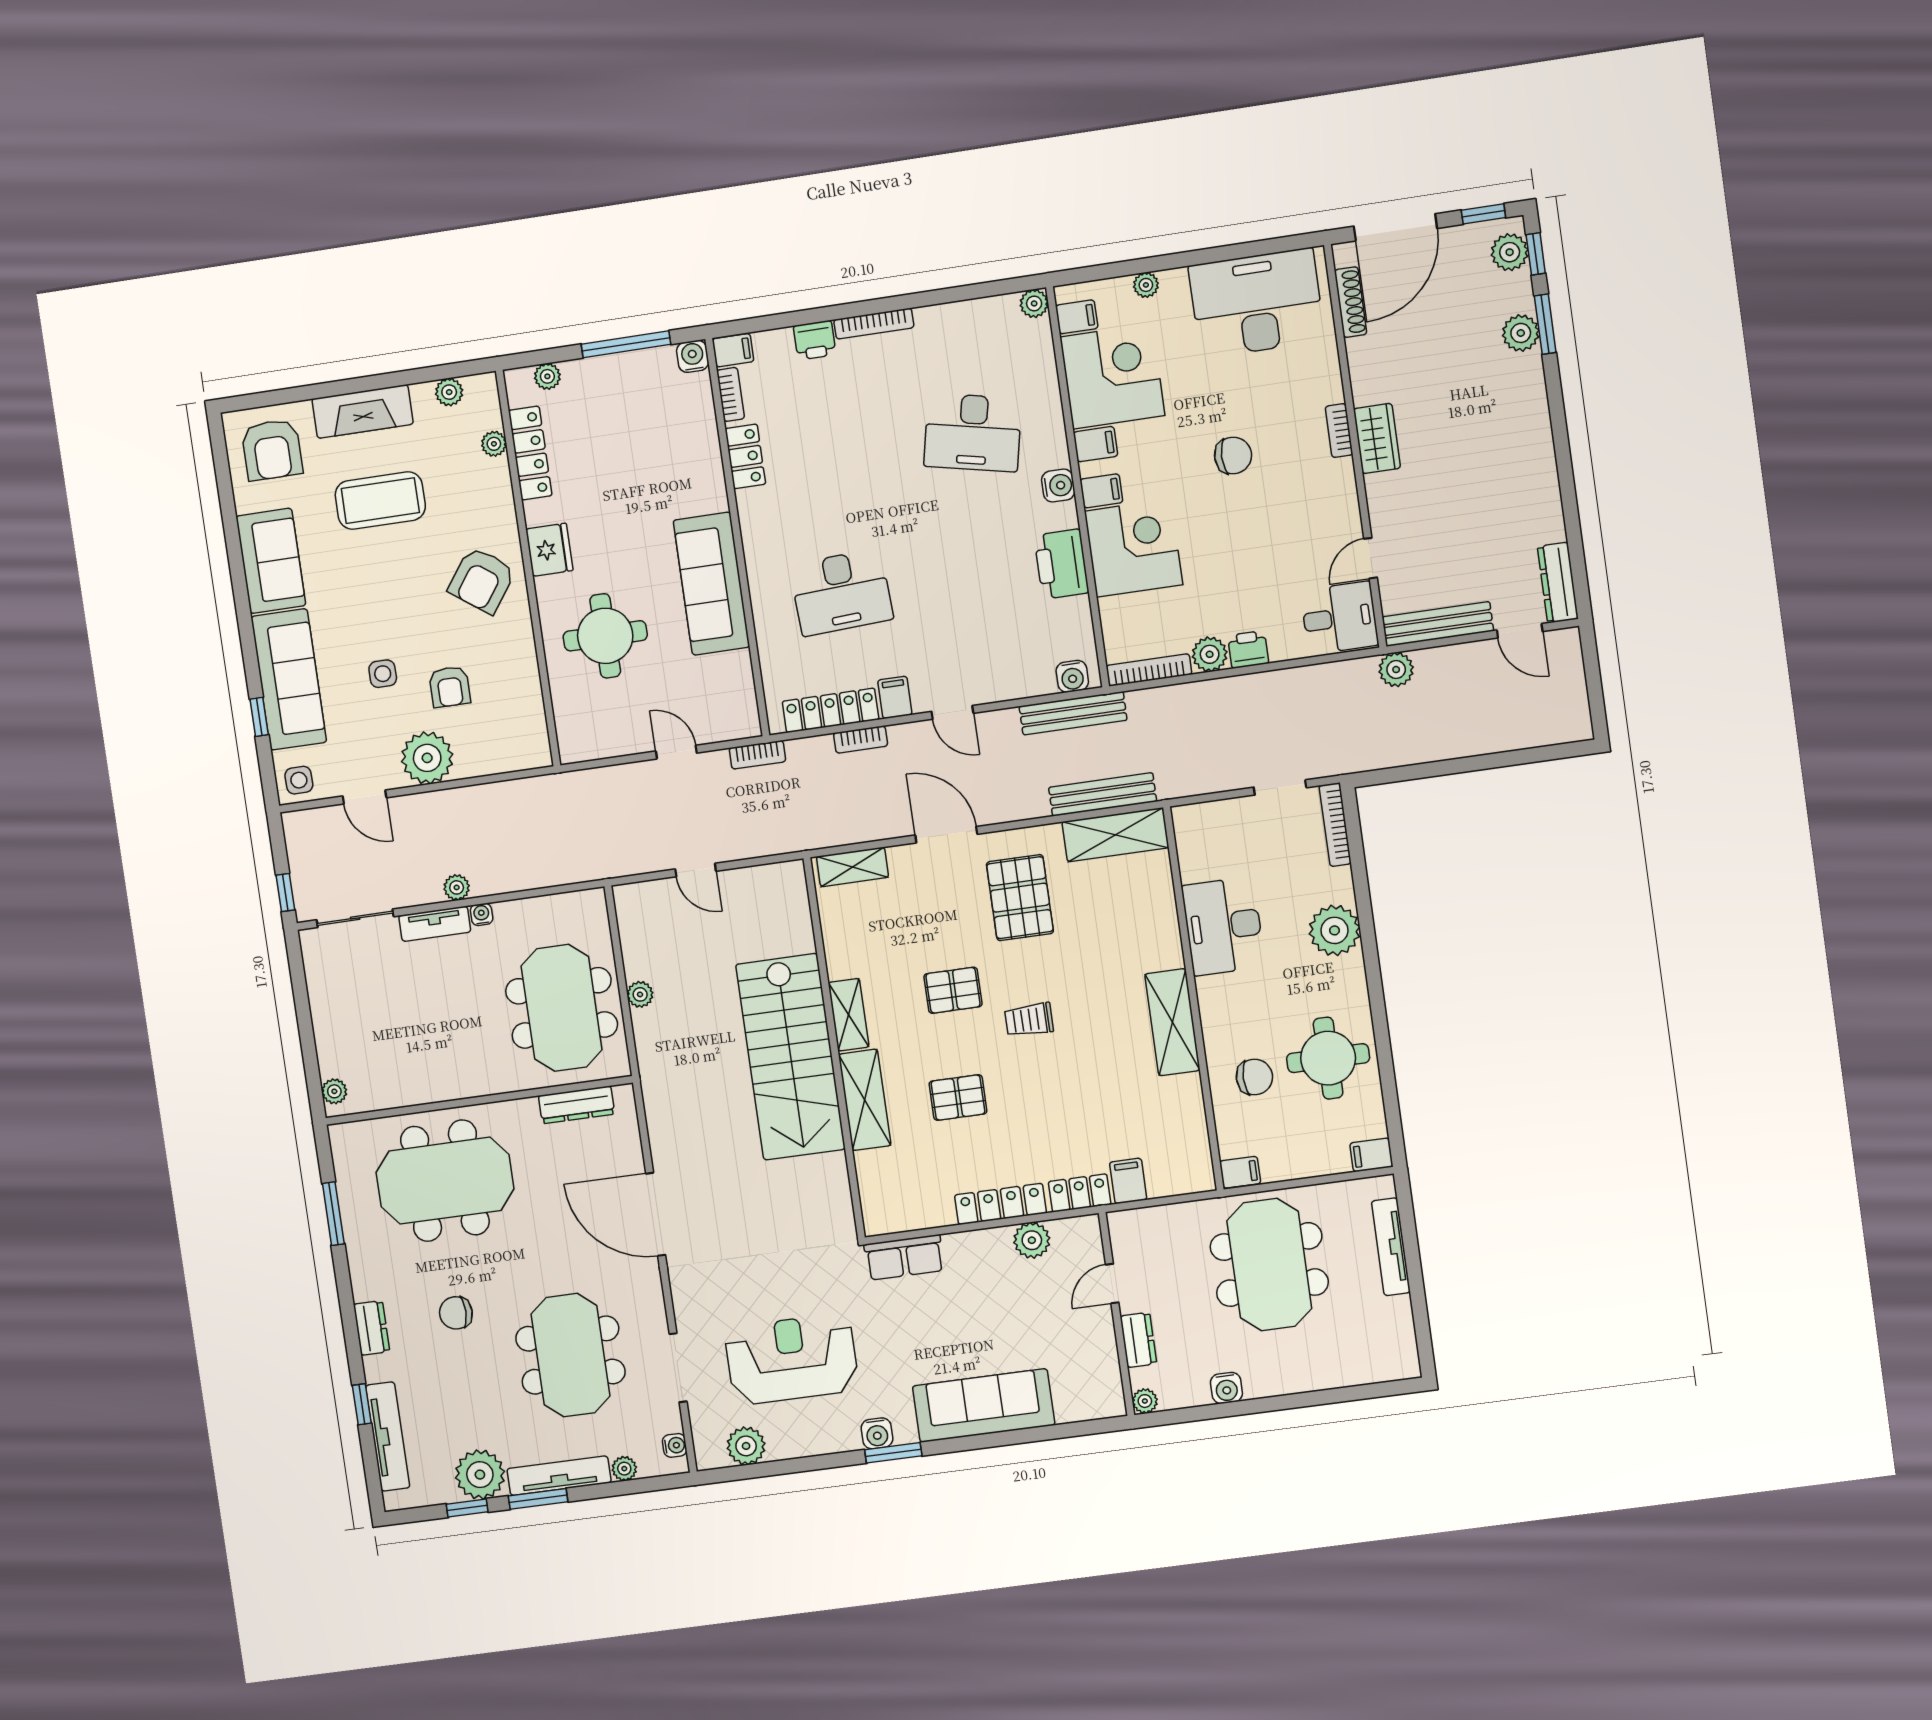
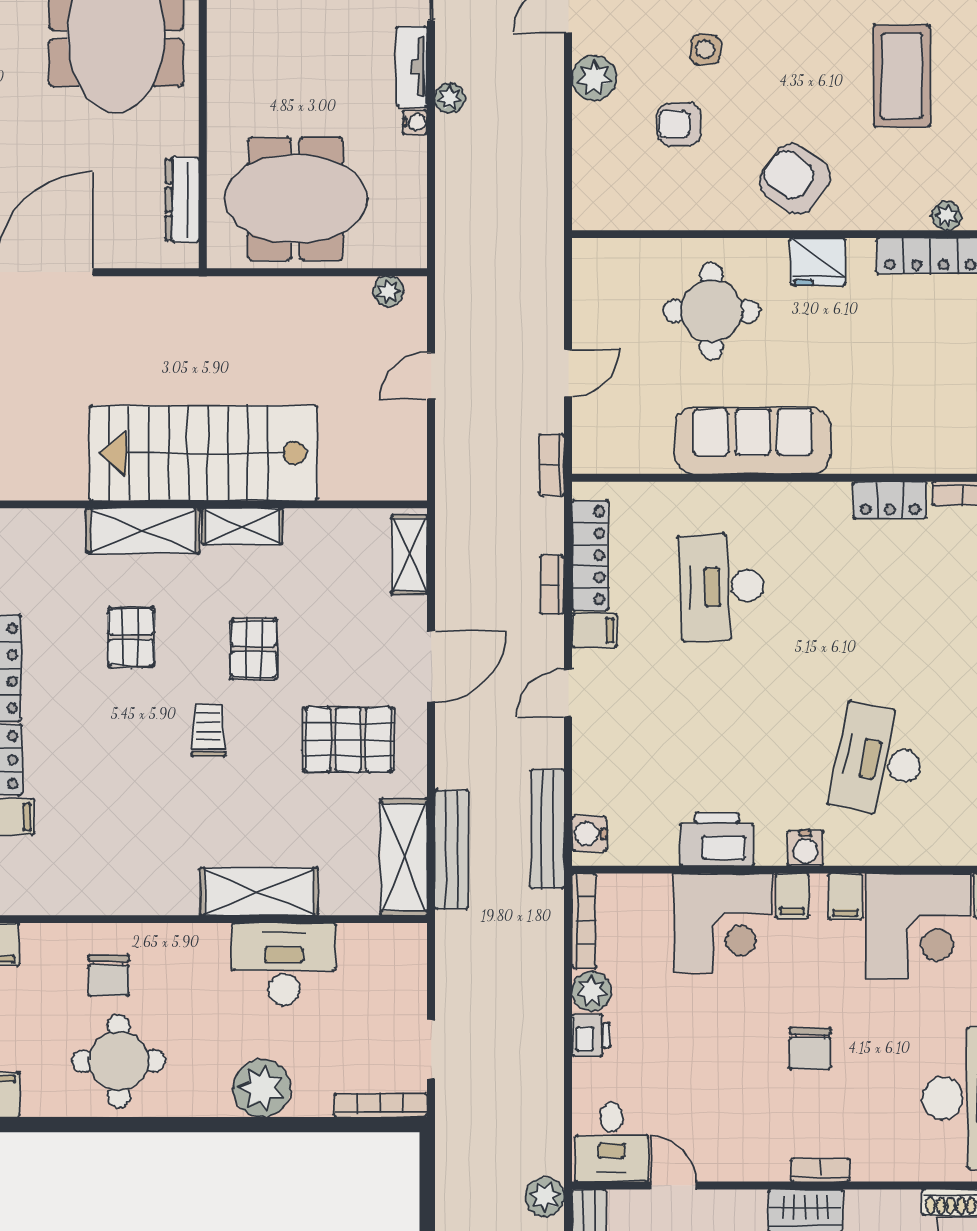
plant: (427, 758) -> (594, 78), width x0.73, depth x0.73
plant: (640, 994) -> (388, 291), moved
shelving: (1172, 1022) -> (259, 892), moved

